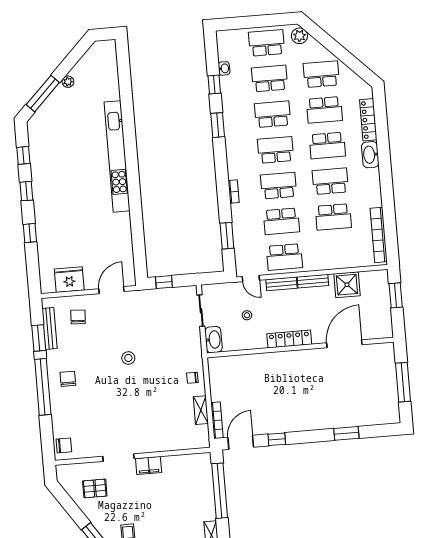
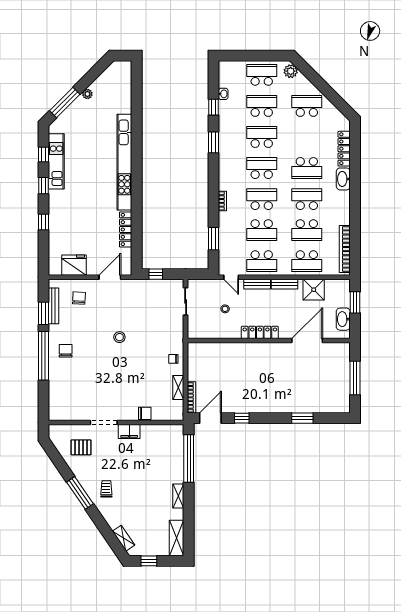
school desk: (324, 110) -> (307, 261), moved
kitchen unit: (39, 162) -> (56, 161), added
locker: (125, 234) -> (126, 229), added
washbasin: (213, 340) -> (343, 319), moved, turned 180
chair: (64, 445) -> (145, 413), moved

